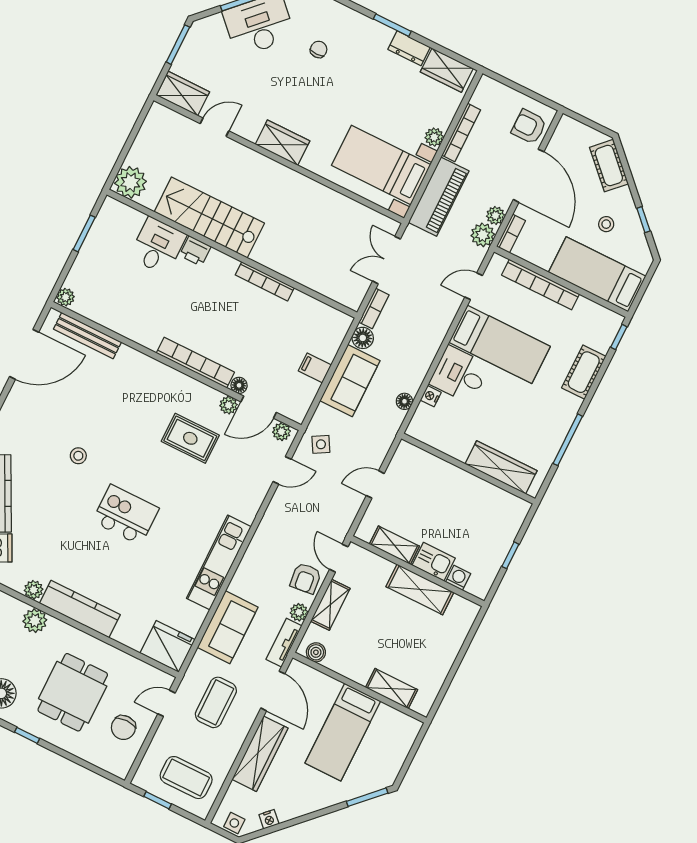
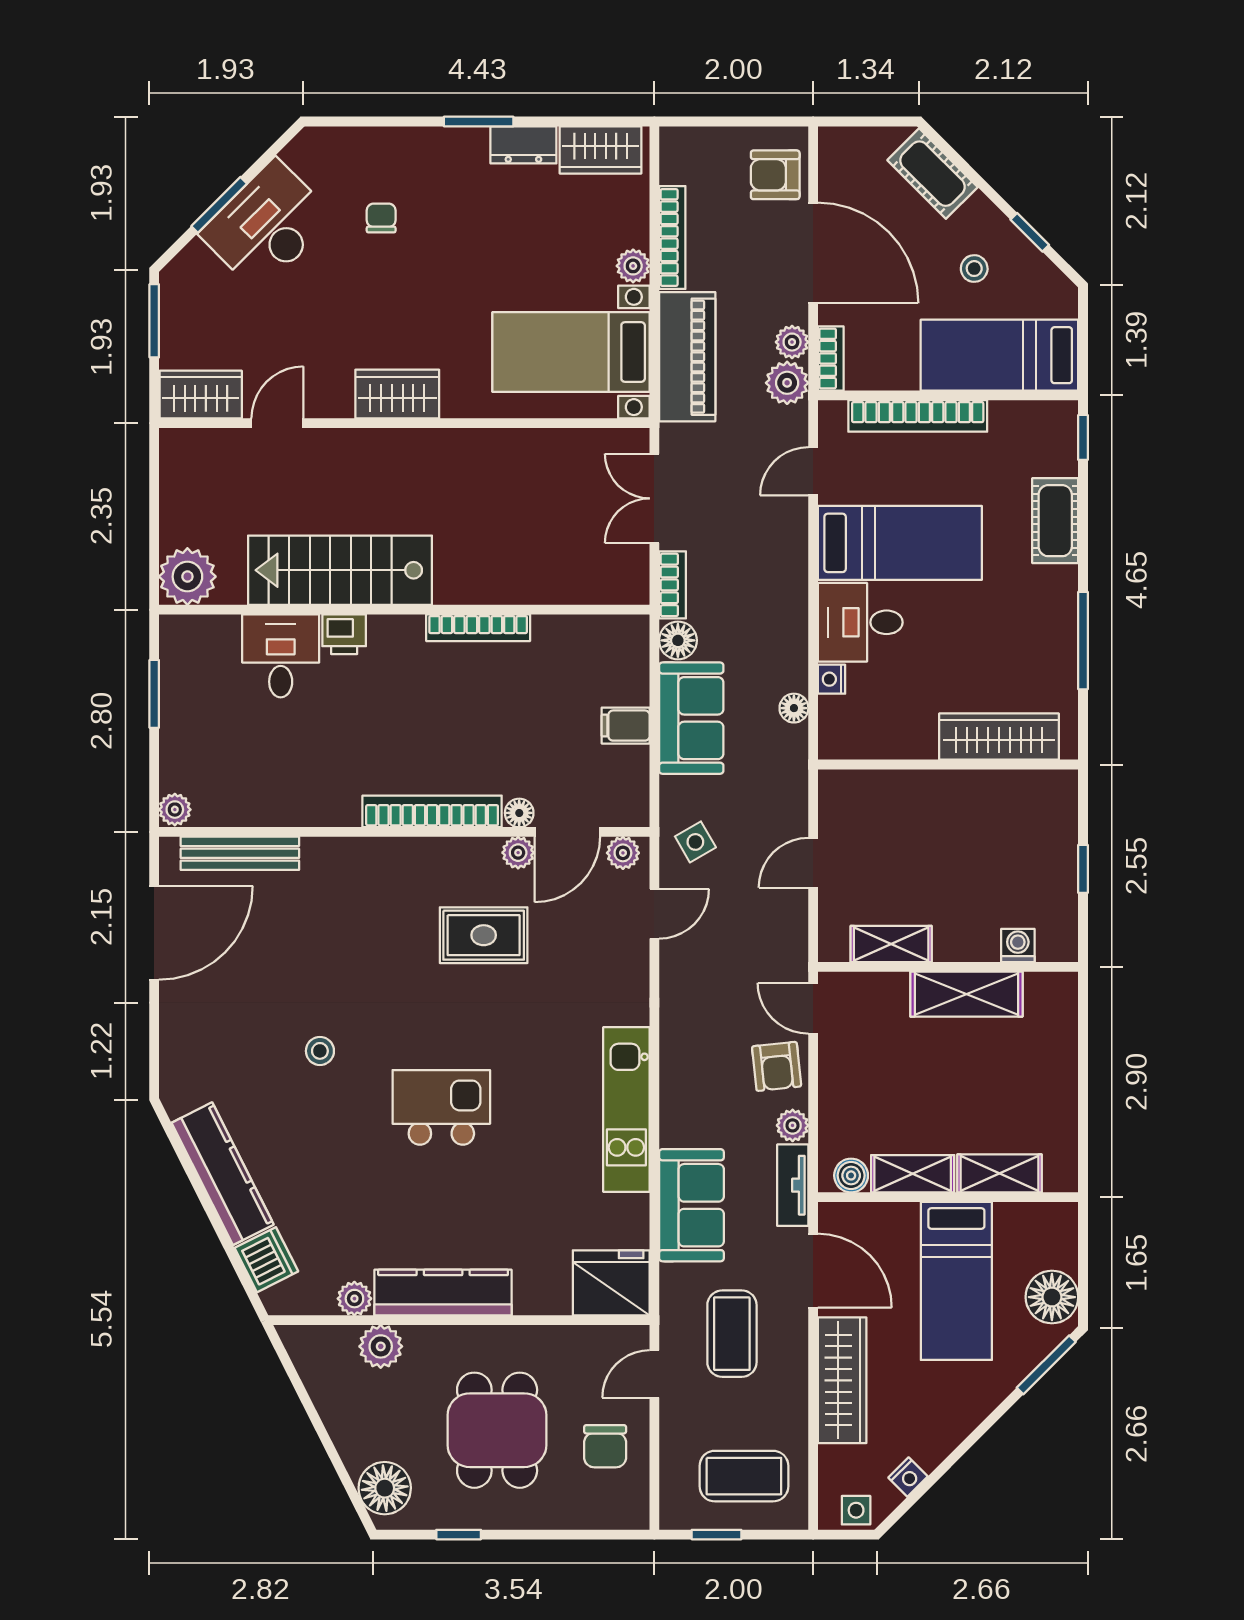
kitchen sink: (434, 562) -> (966, 939), removed
shelving: (330, 605) -> (913, 1174), moved, turned 90
floor lamp: (387, 764) -> (1052, 1297), added

